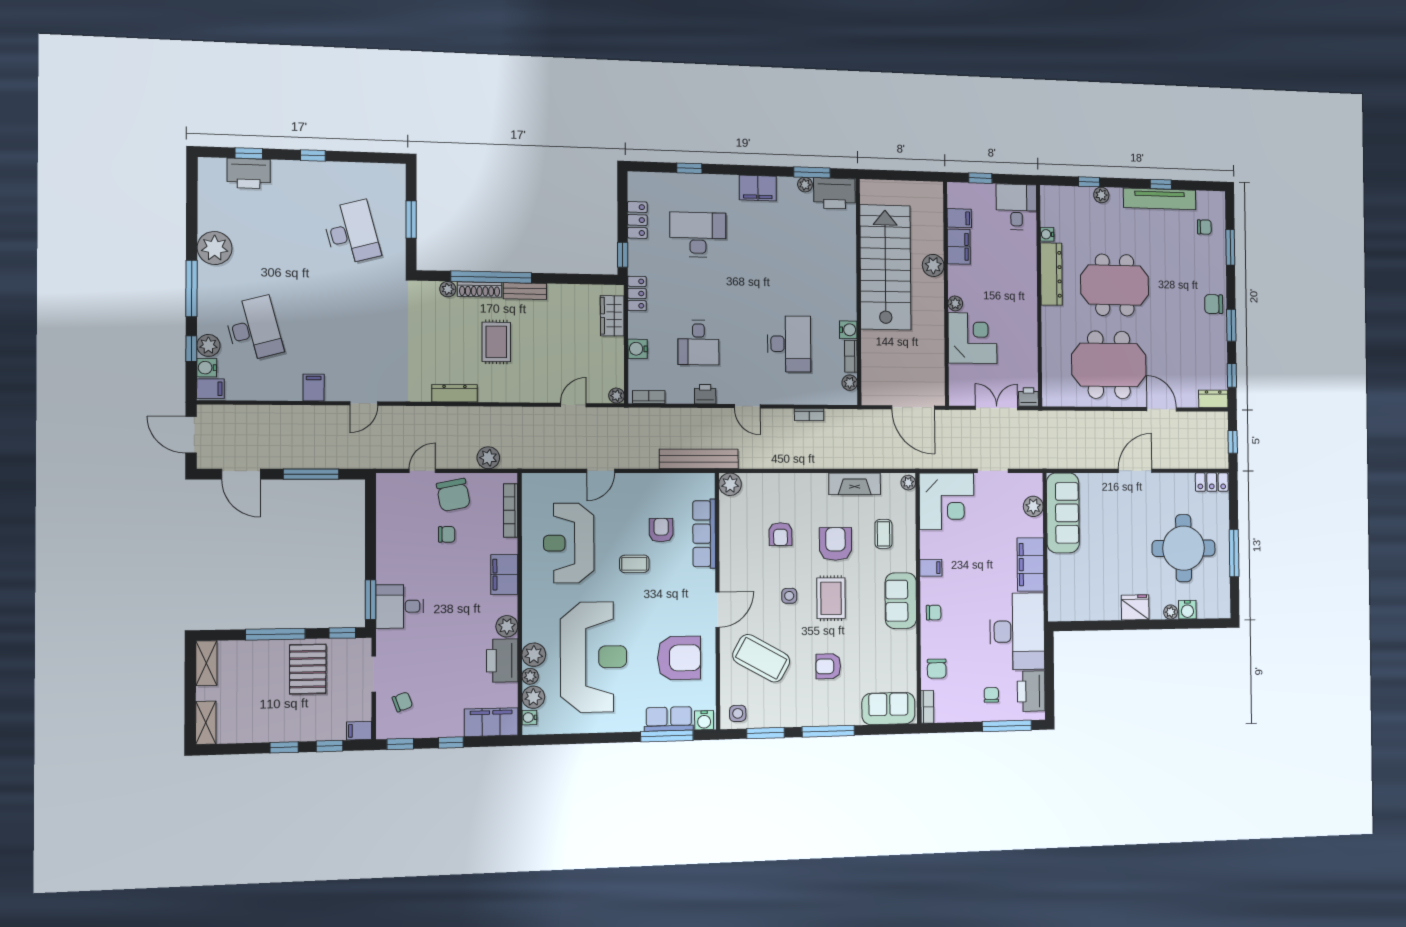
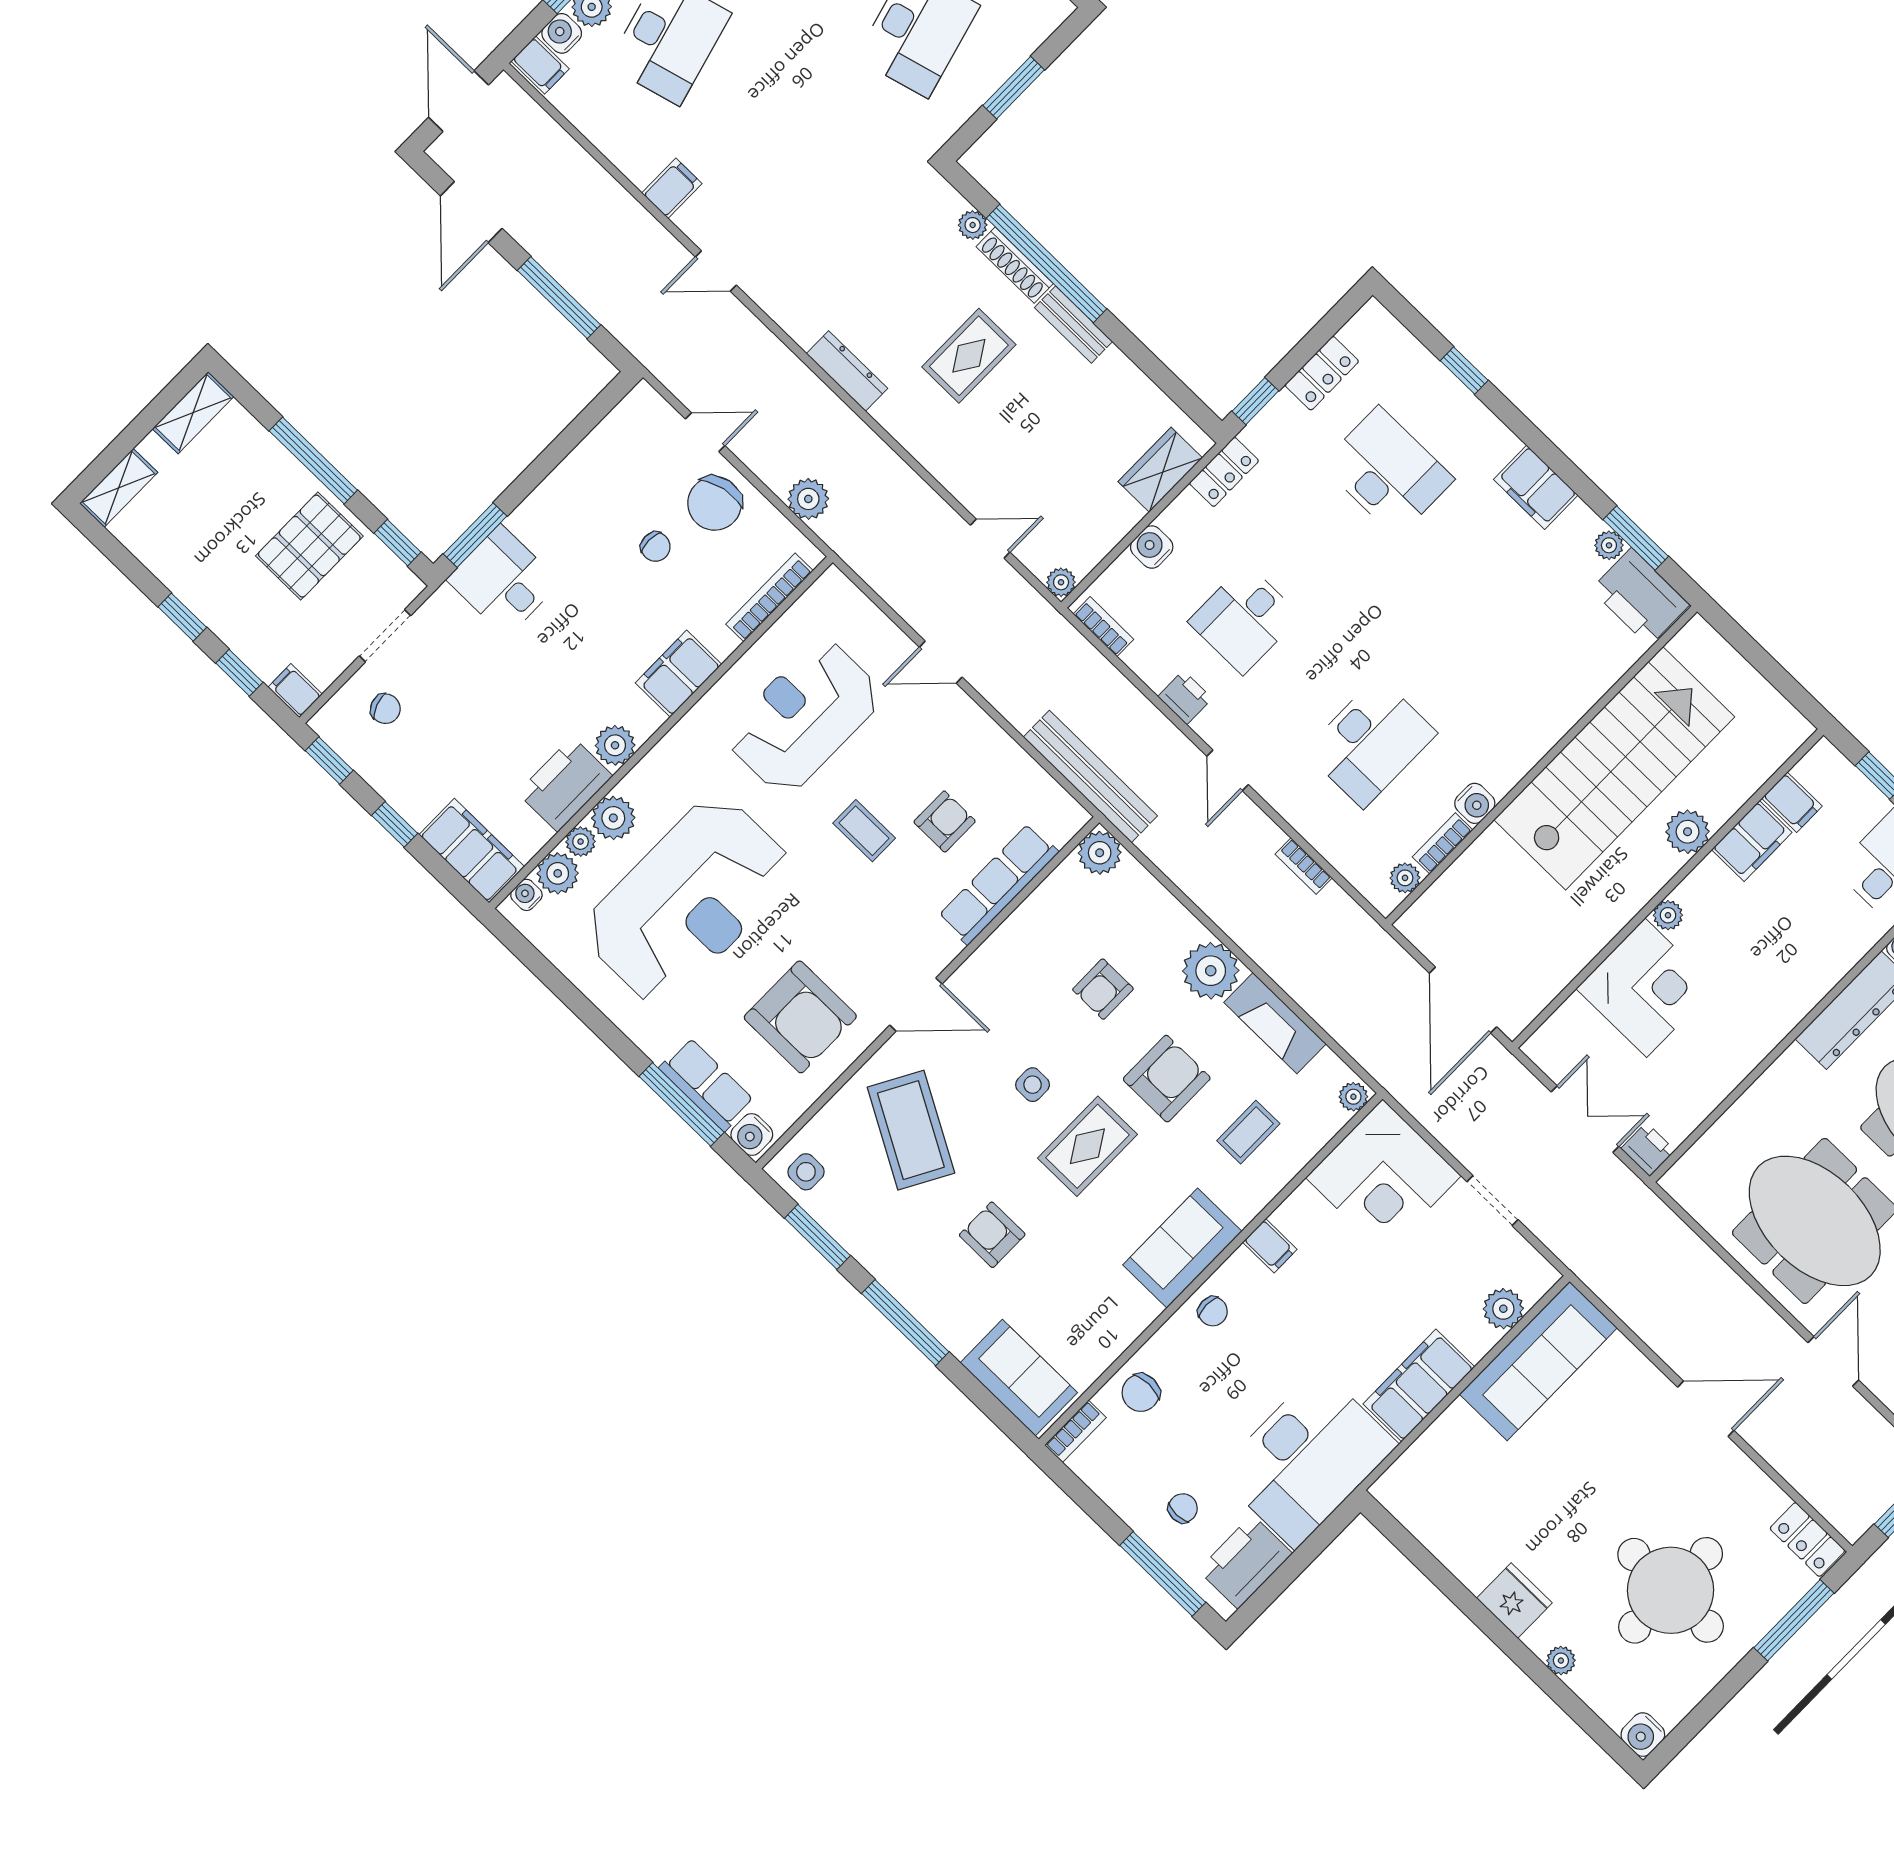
plant: (813, 488) -> (1211, 971), added
window: (1234, 553) -> (1794, 1620), moved
water cooler: (1187, 610) -> (1643, 1735), moved

